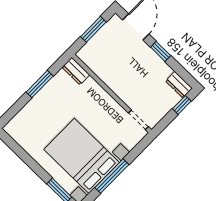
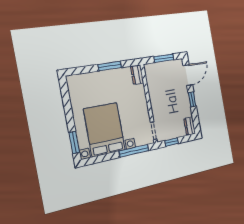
window: (182, 105) -> (172, 142), moved
window: (112, 176) -> (134, 151), moved

